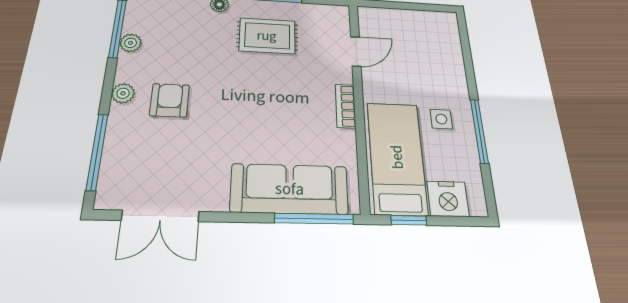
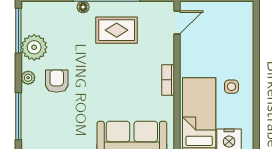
plant: (131, 43) -> (34, 47), width x1.88, depth x1.88
door: (356, 51) -> (177, 22), moved
window: (479, 131) -> (256, 94), removed

